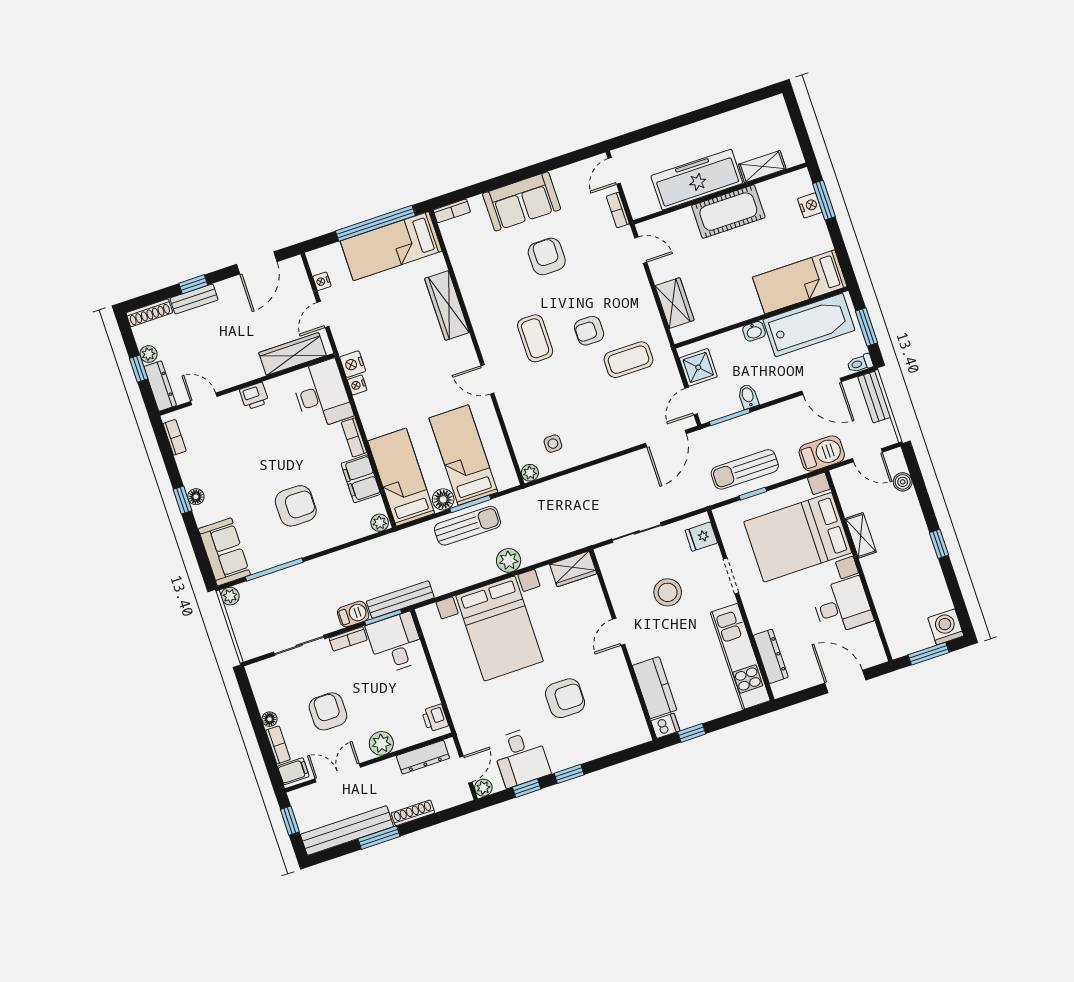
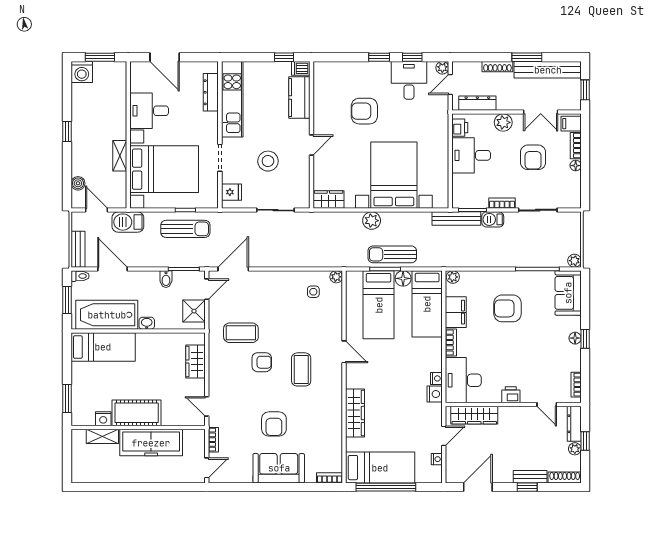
nightstand: (810, 205) -> (103, 419), moved, turned -90
desk: (396, 643) -> (471, 155), moved, turned 90

